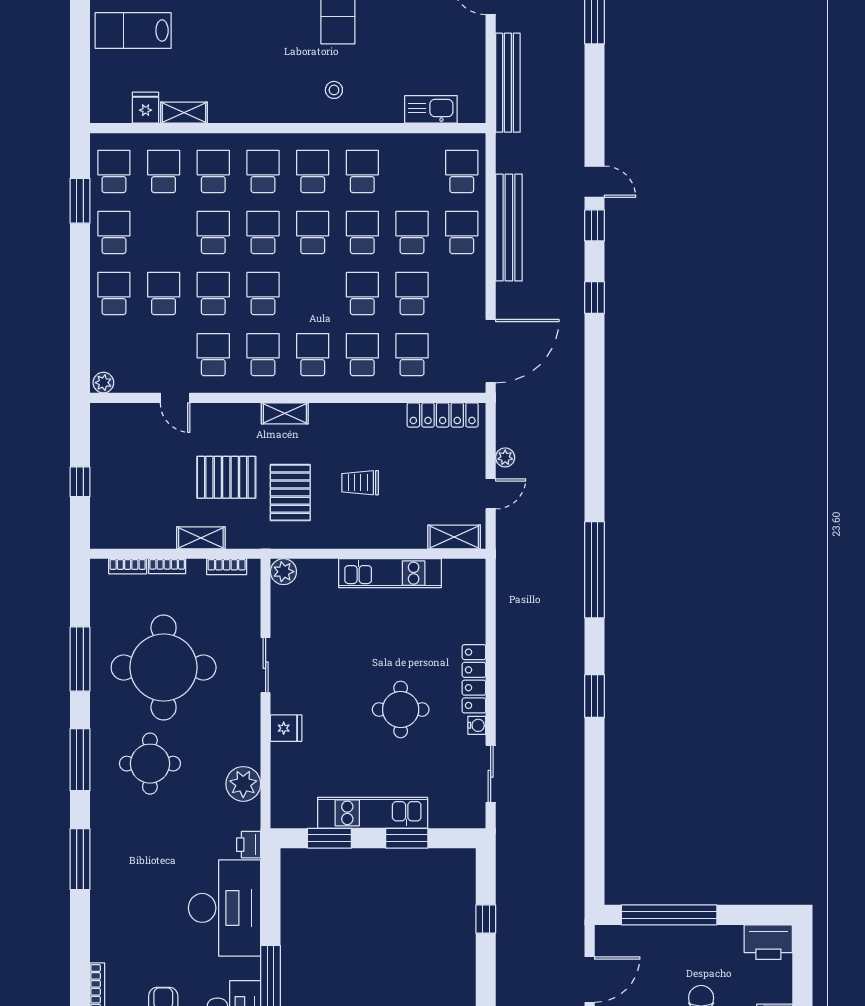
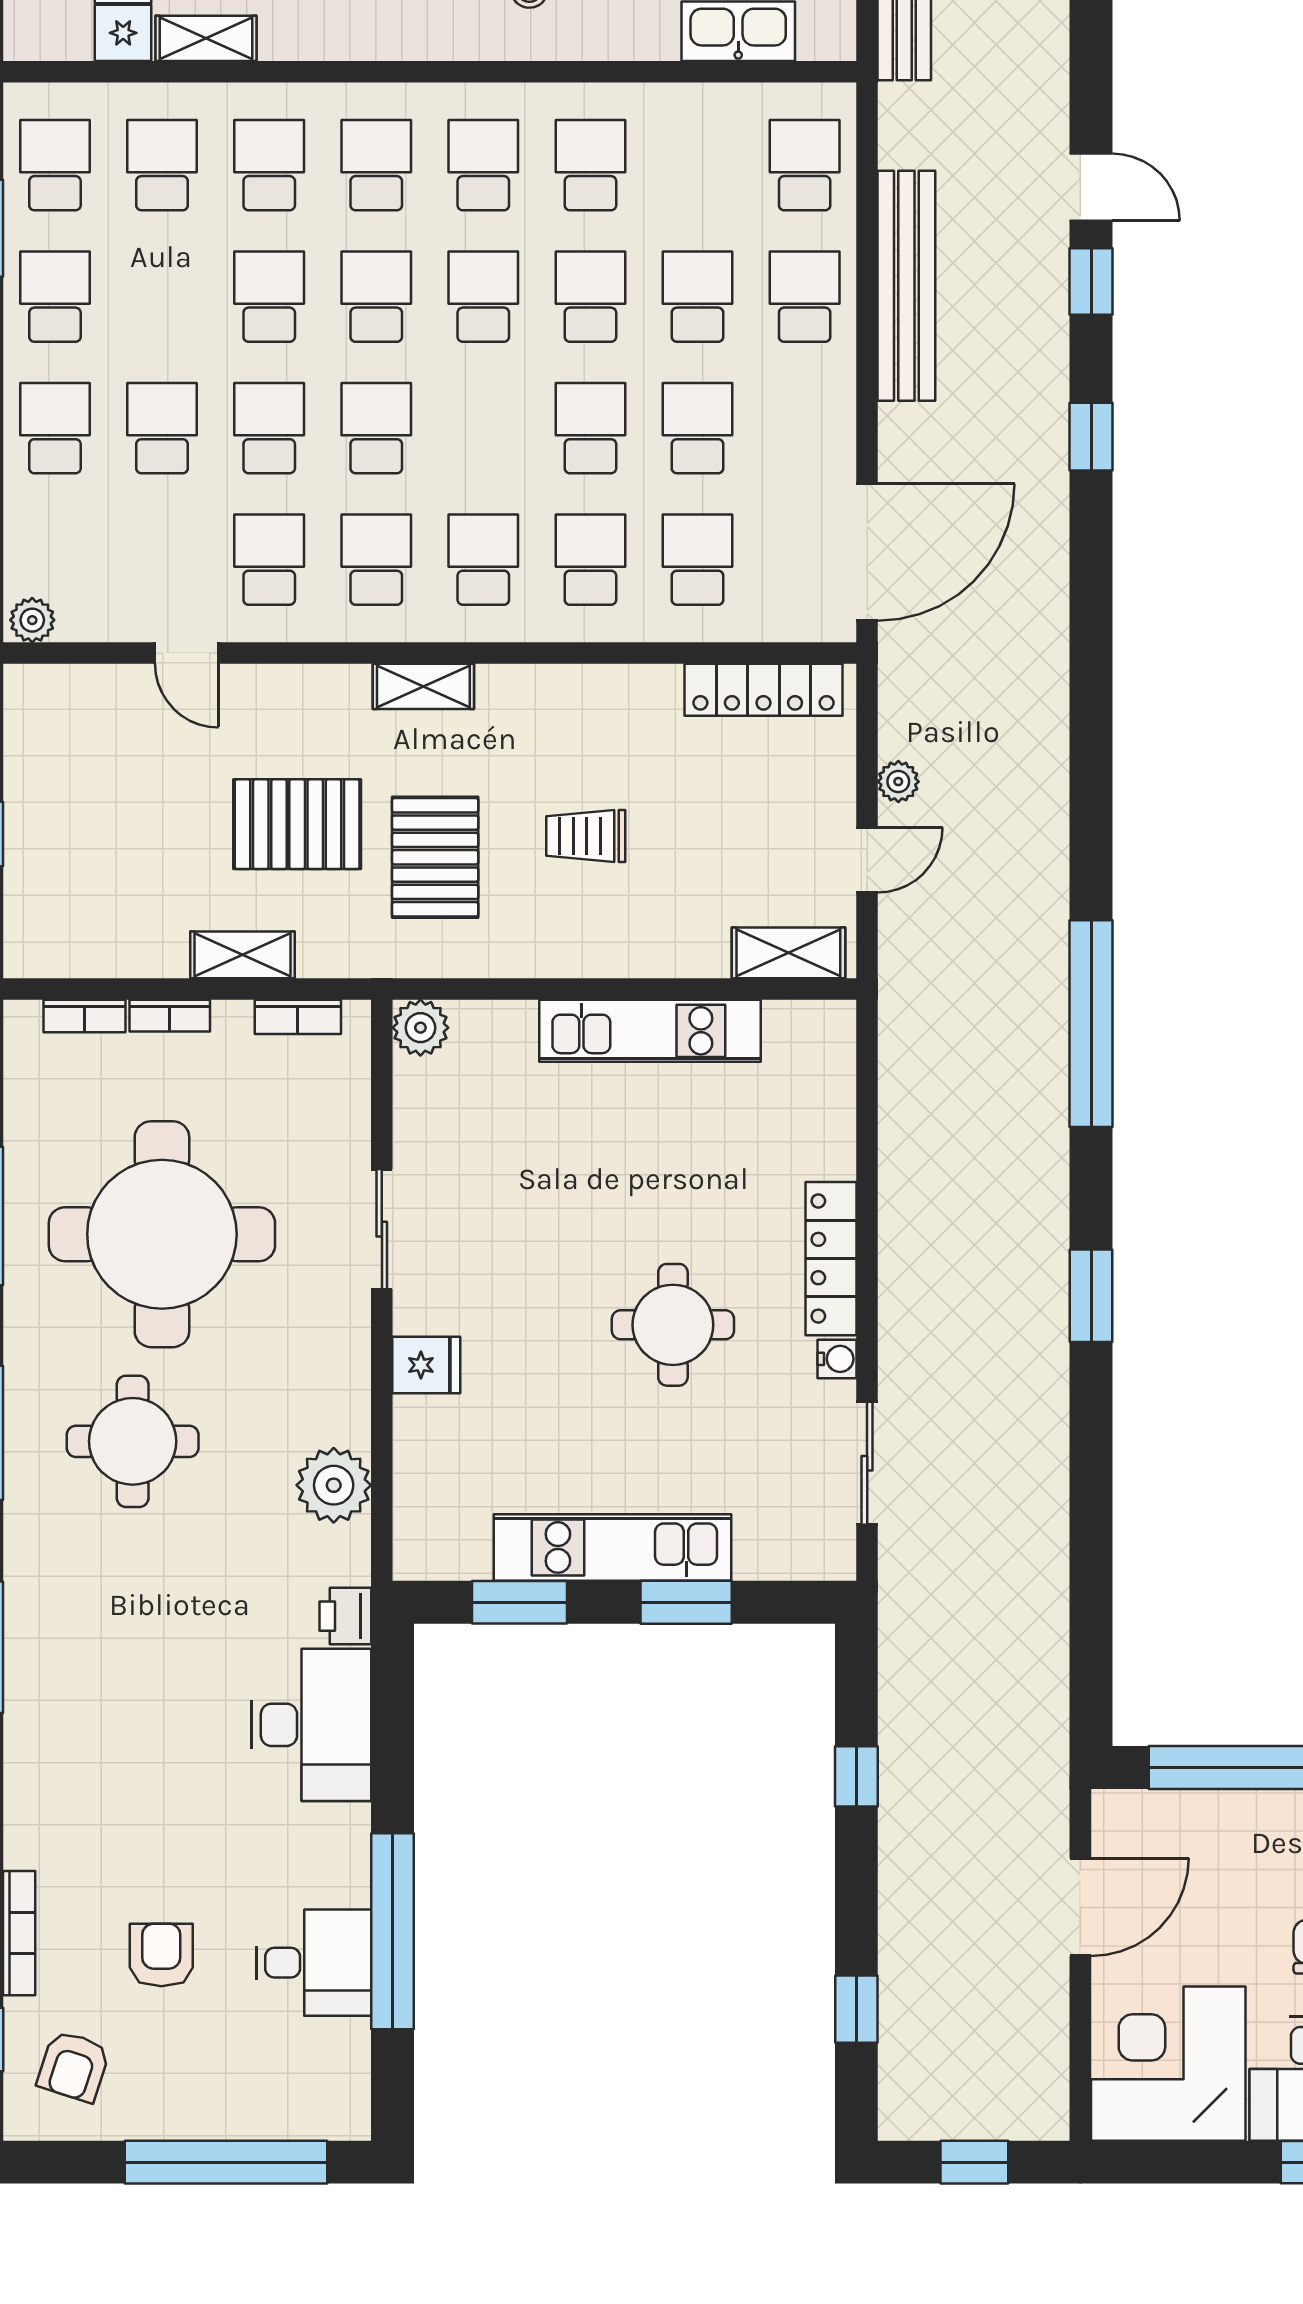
desk: (225, 908) -> (311, 1725), width x0.73, depth x0.77

